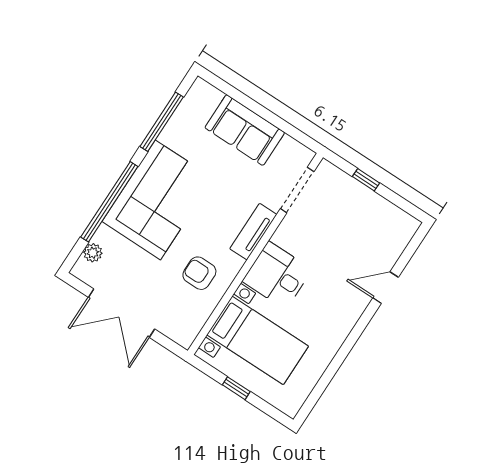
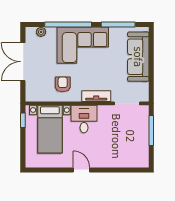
sofa: (245, 130) -> (138, 57), width x1.36
window: (366, 180) -> (151, 131), width x2.17
door: (386, 288) -> (81, 170), moved
window: (236, 388) -> (23, 120), moved

